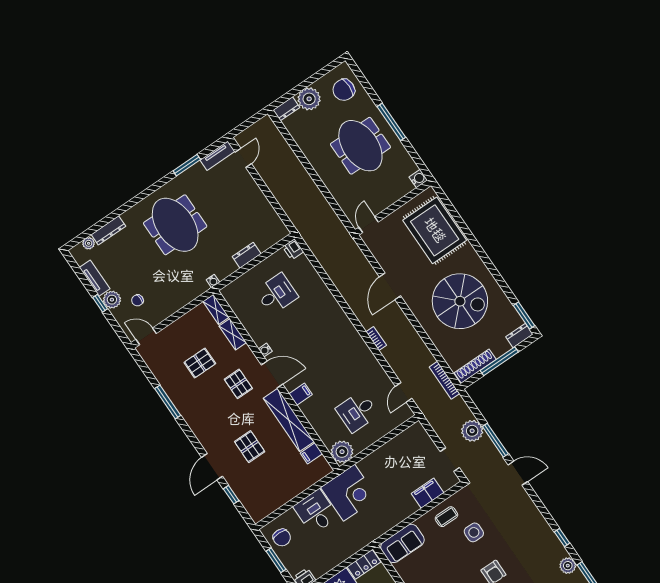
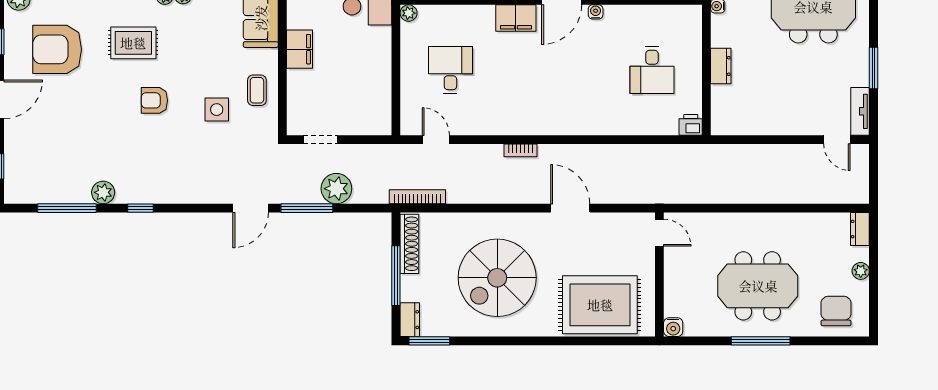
plant: (309, 99) -> (861, 271), width x0.53, depth x0.53
filing cabinet: (301, 394) -> (516, 18), width x2.00
plant: (342, 452) -> (409, 13), width x0.53, depth x0.53
filing cabinet: (427, 493) -> (299, 49), moved

